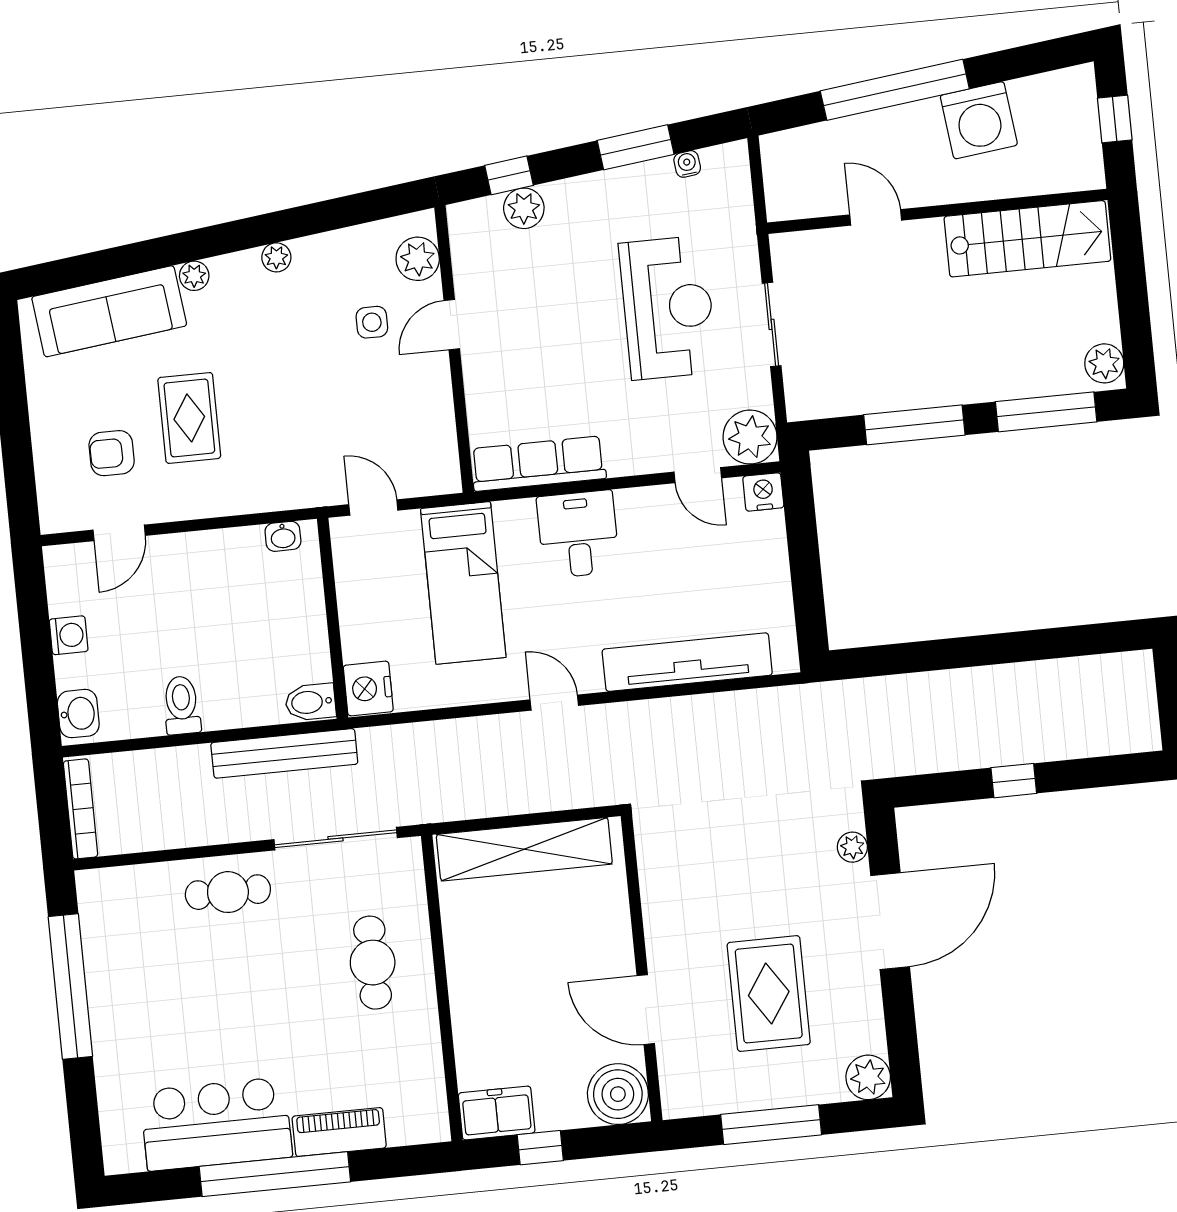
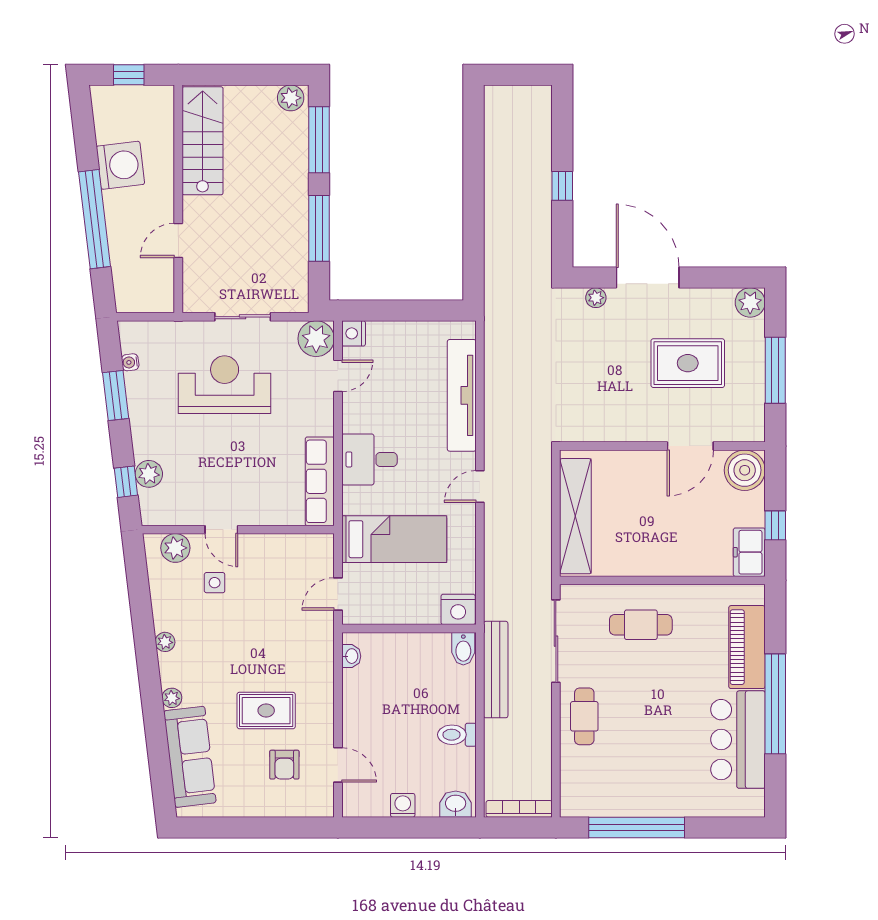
piano: (339, 1132) -> (747, 647), width x1.37, depth x1.33

